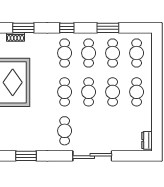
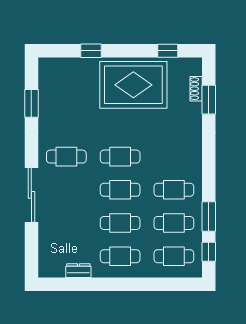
window: (67, 28) -> (209, 252), moved
cafe table: (65, 53) -> (174, 157), removed
dresser: (147, 140) -> (78, 271), moved

